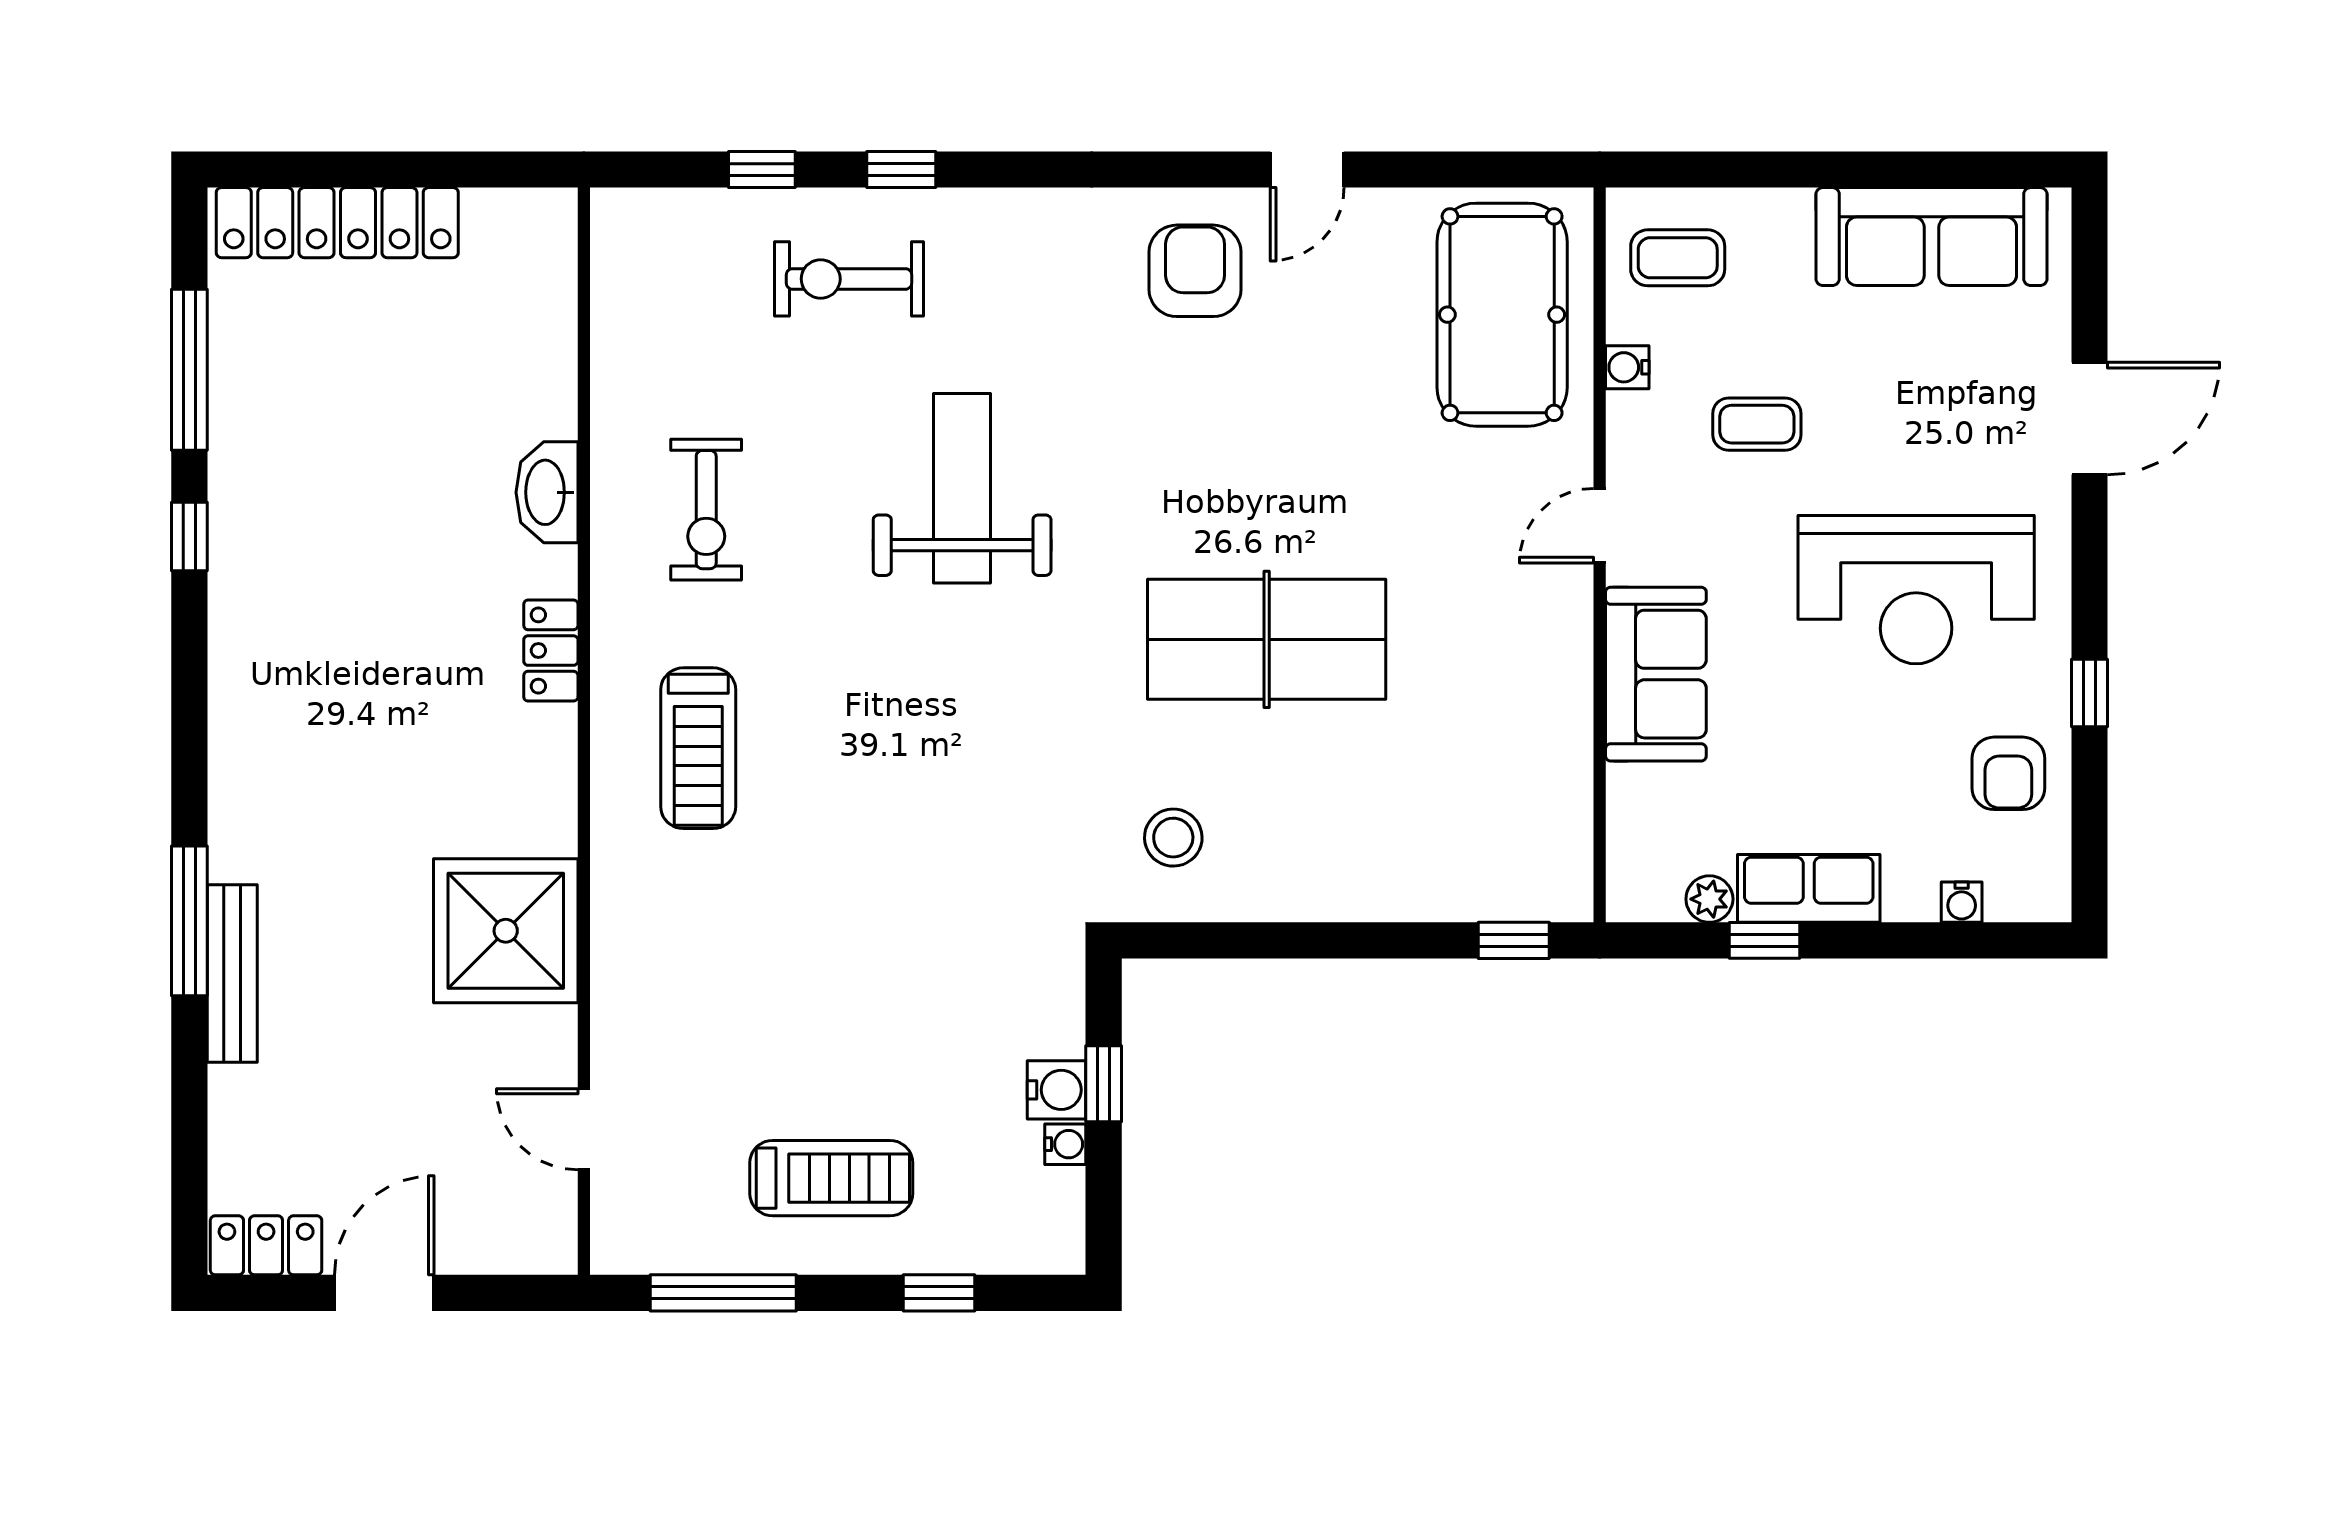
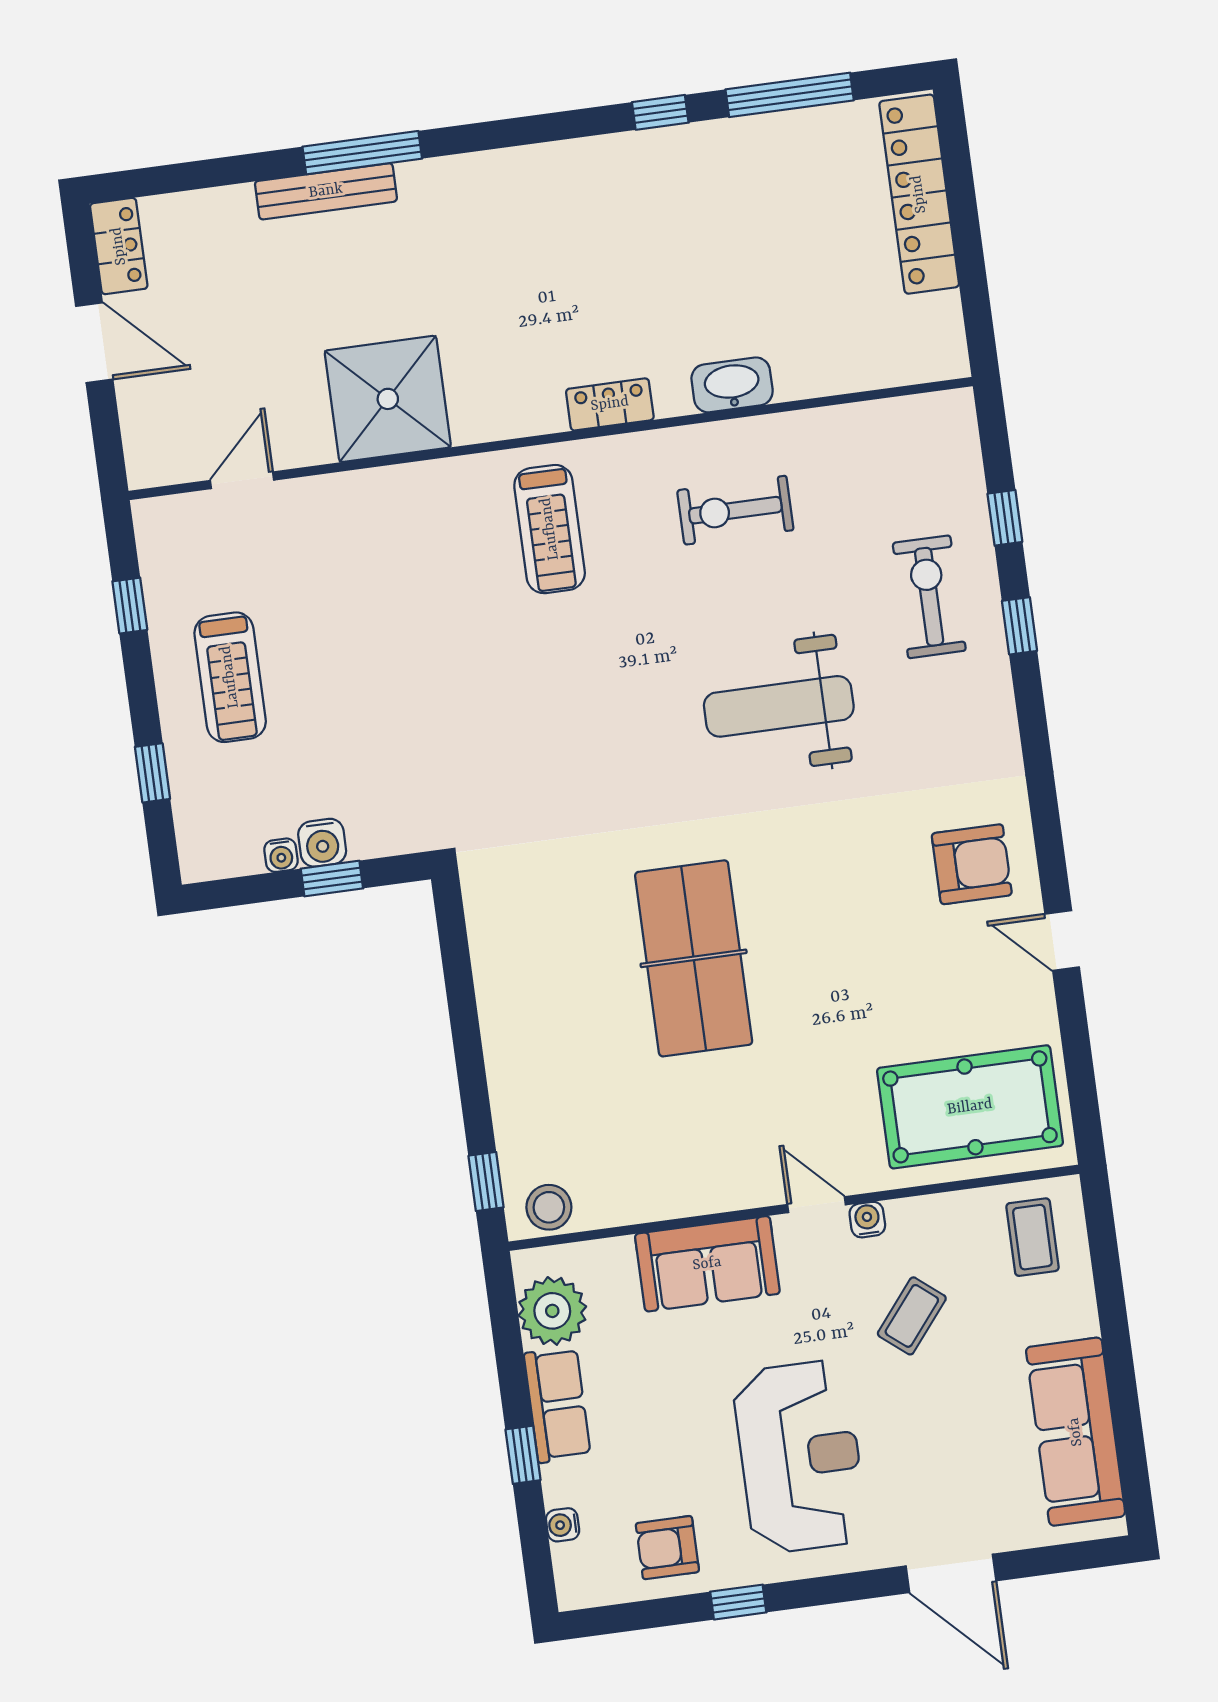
water cooler: (1627, 367) -> (867, 1220), moved
coffee table: (1757, 424) -> (912, 1316), turned 39
weight bench: (962, 488) -> (779, 706), turned 180
reception desk: (1916, 590) -> (800, 1457), turned 180
treadmill: (698, 748) -> (550, 529), turned -90
stool: (1173, 838) -> (549, 1207), moved
plant: (1709, 899) -> (552, 1311), width x1.87, depth x1.87
window: (1765, 940) -> (523, 1455), moved
window: (723, 1293) -> (130, 606), width x0.46

